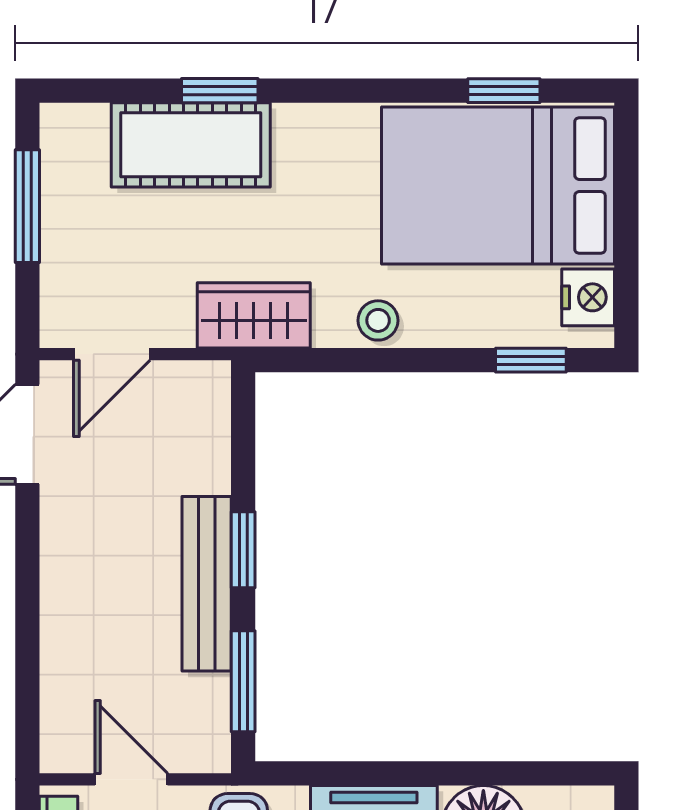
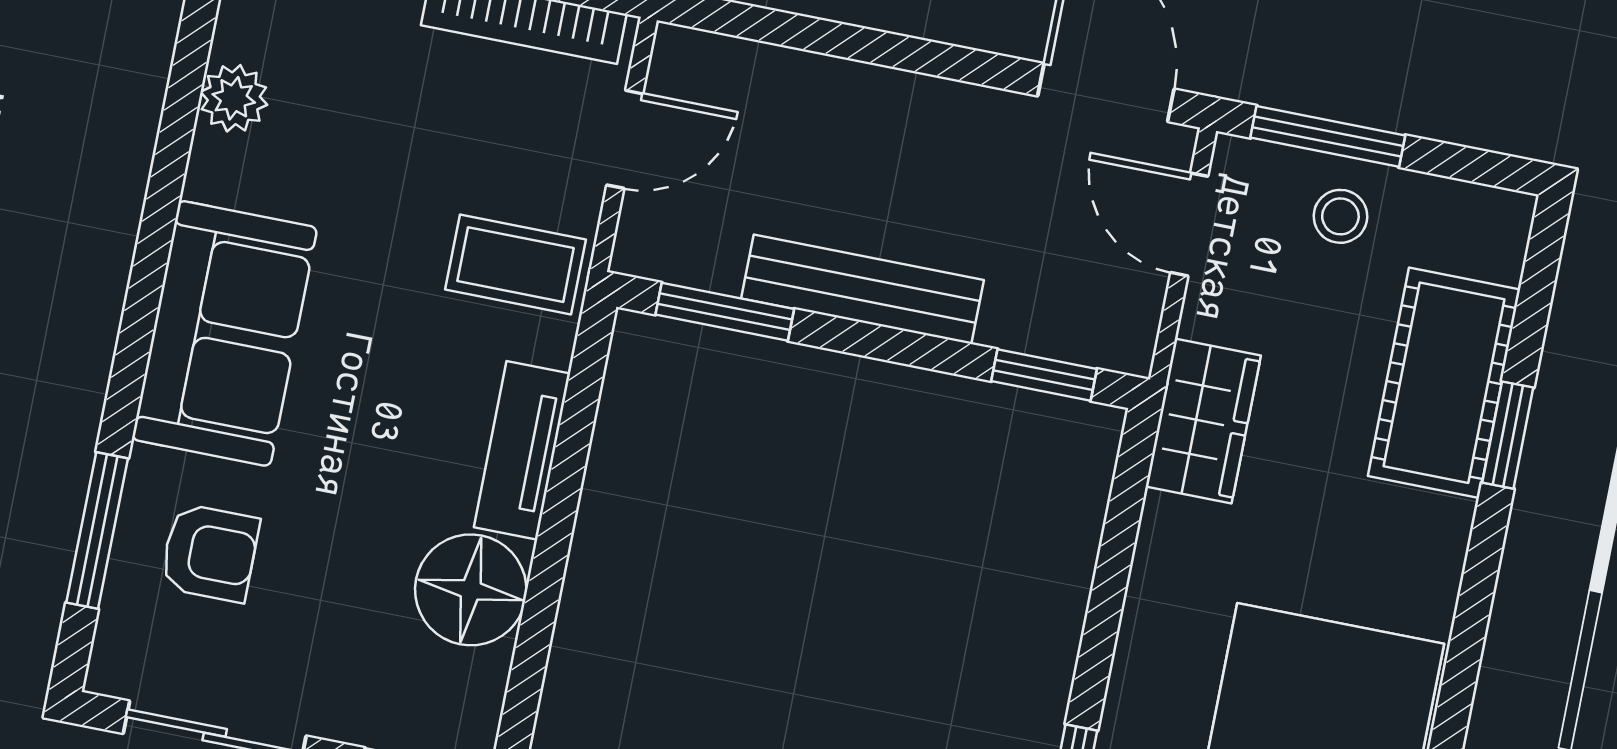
window: (27, 206) -> (1328, 136), moved
stool: (378, 320) -> (1340, 216), moved
window: (243, 550) -> (1044, 375), moved

